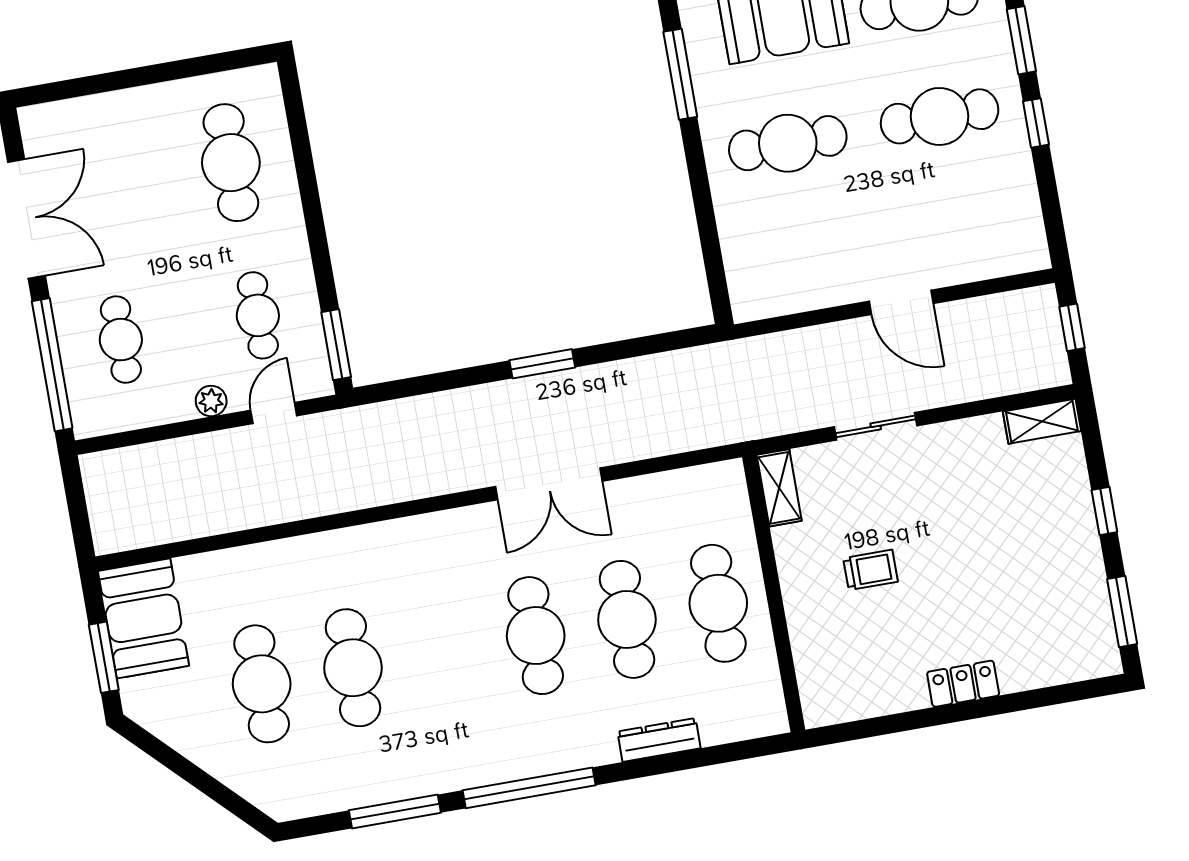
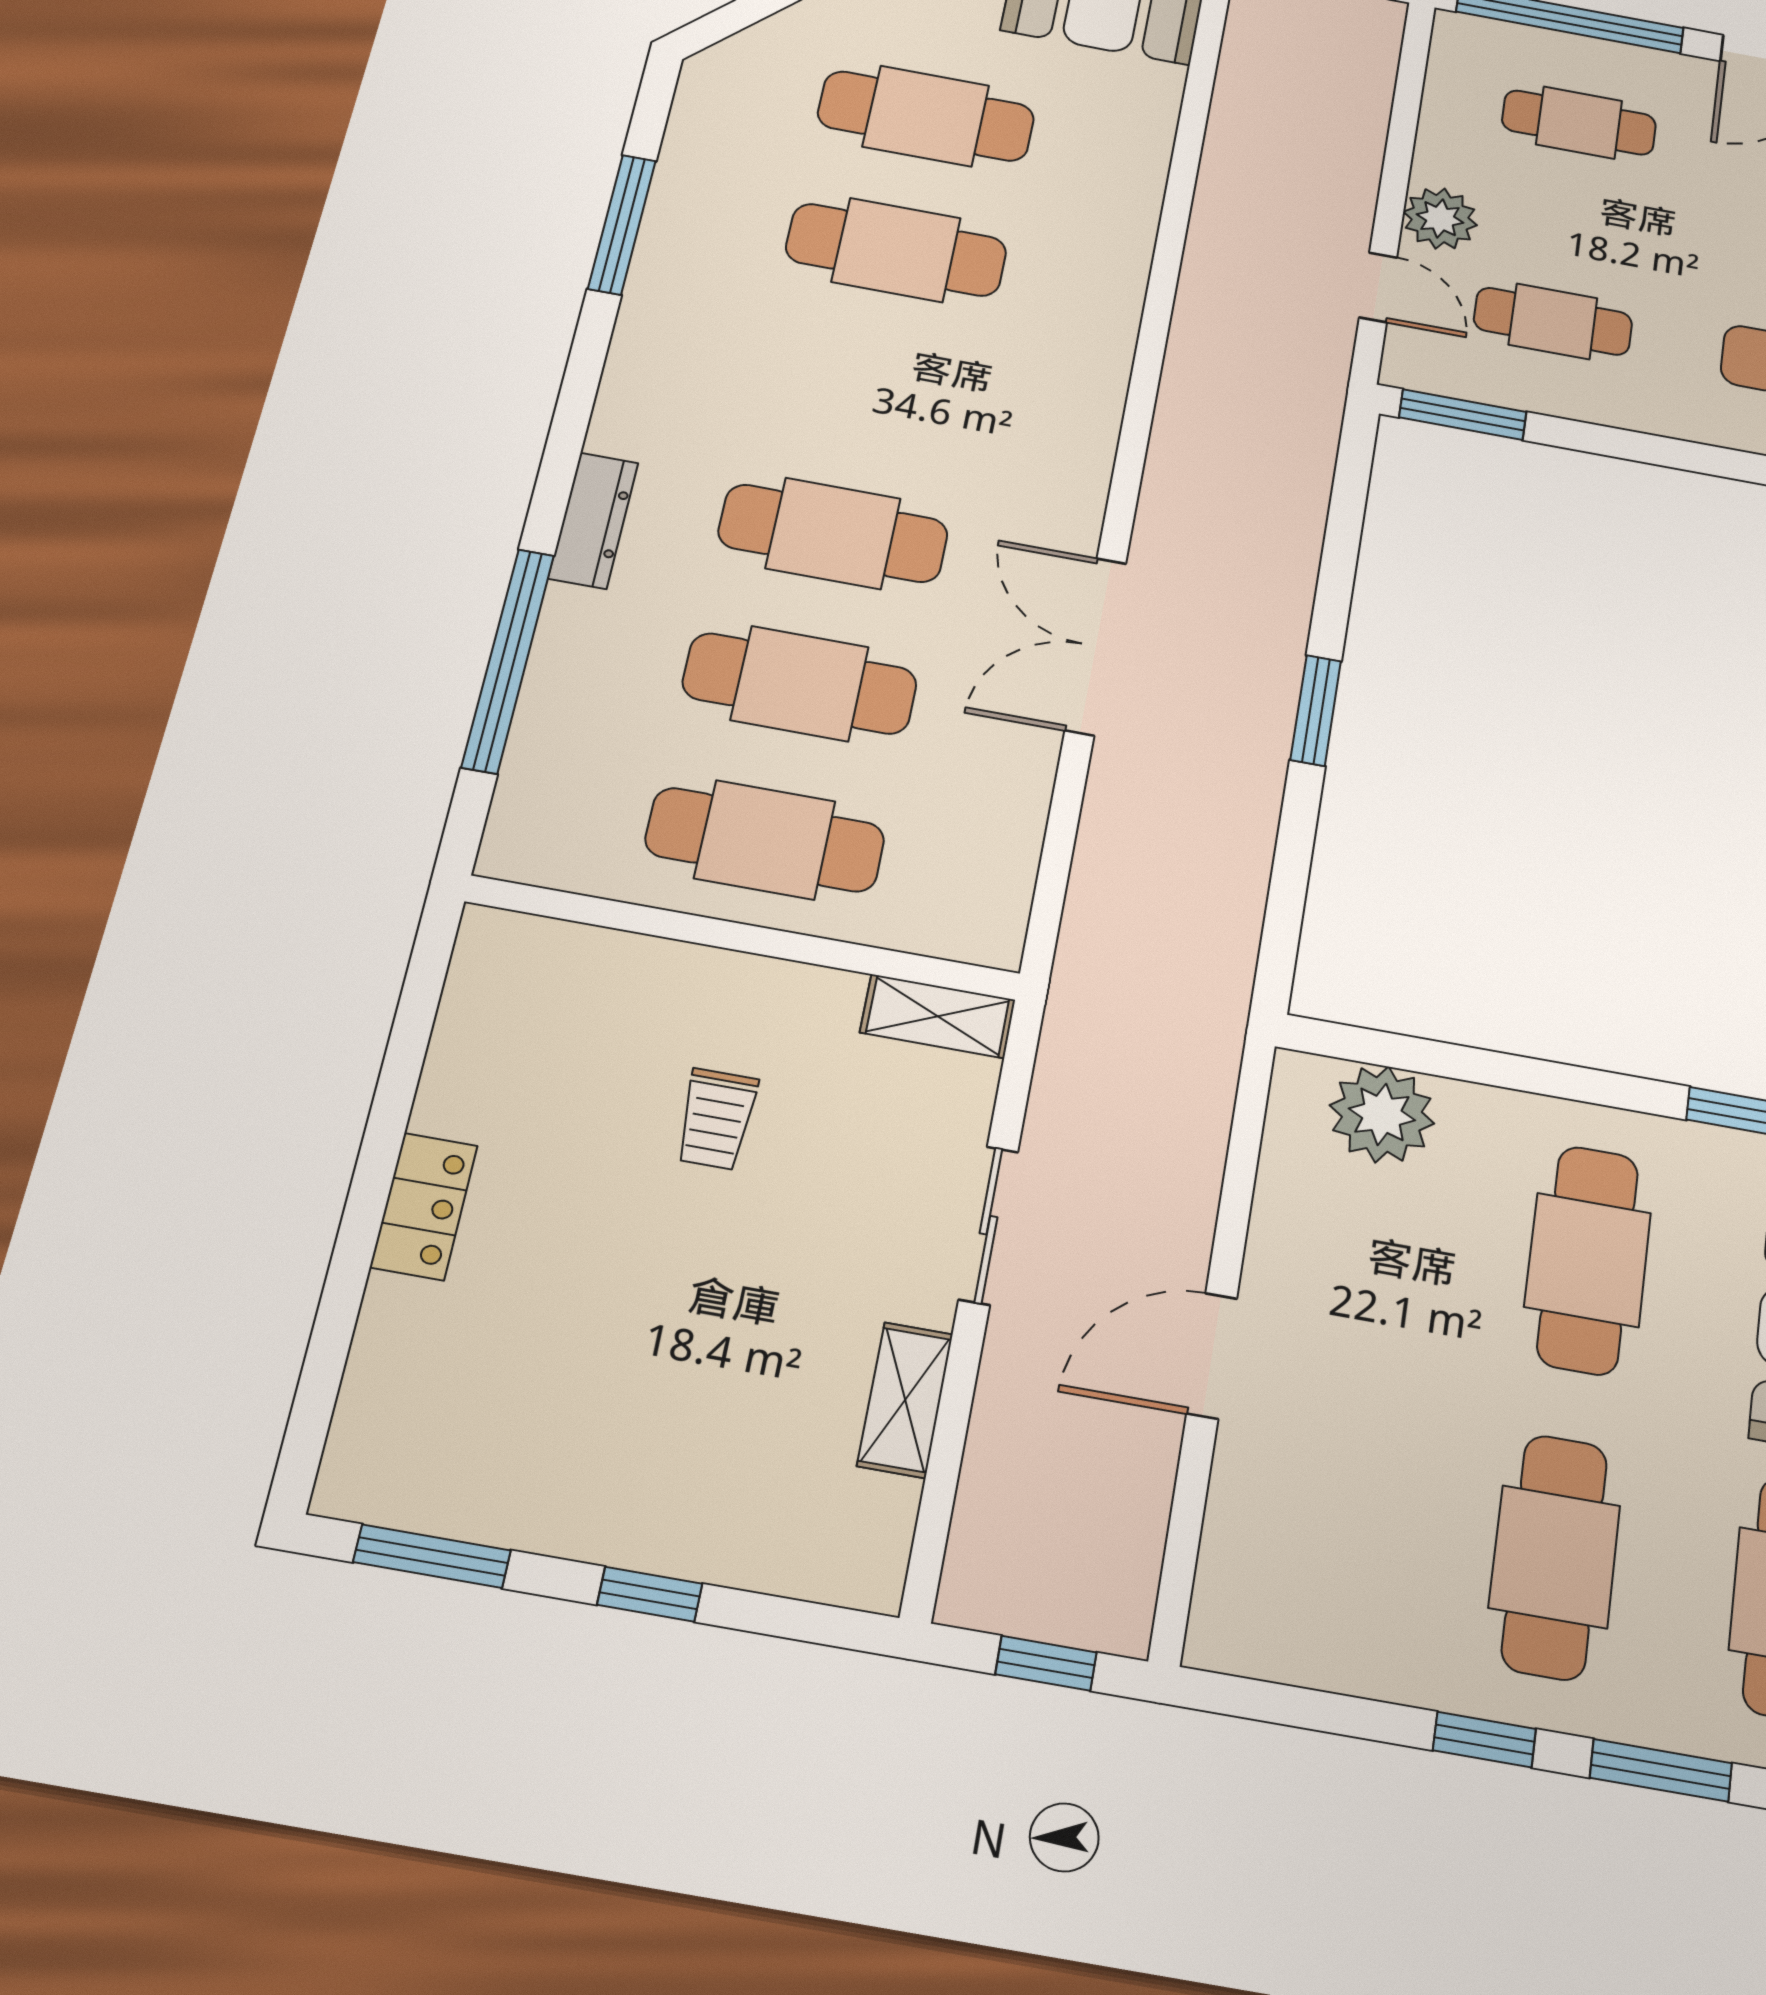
plant: (750, 263) -> (1382, 1114), added
plant: (211, 401) -> (1440, 219), width x1.38, depth x1.38
shelving: (1042, 421) -> (905, 1400), moved
dresser: (659, 740) -> (593, 520), moved
window: (529, 788) -> (508, 660), moved

